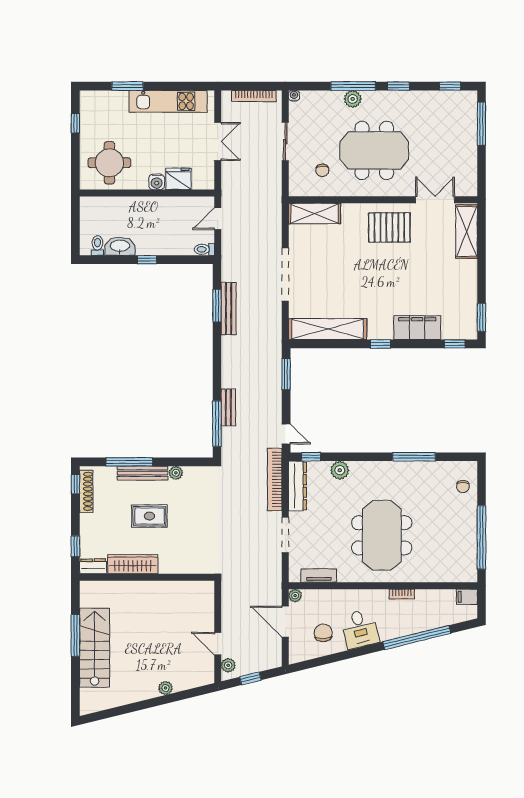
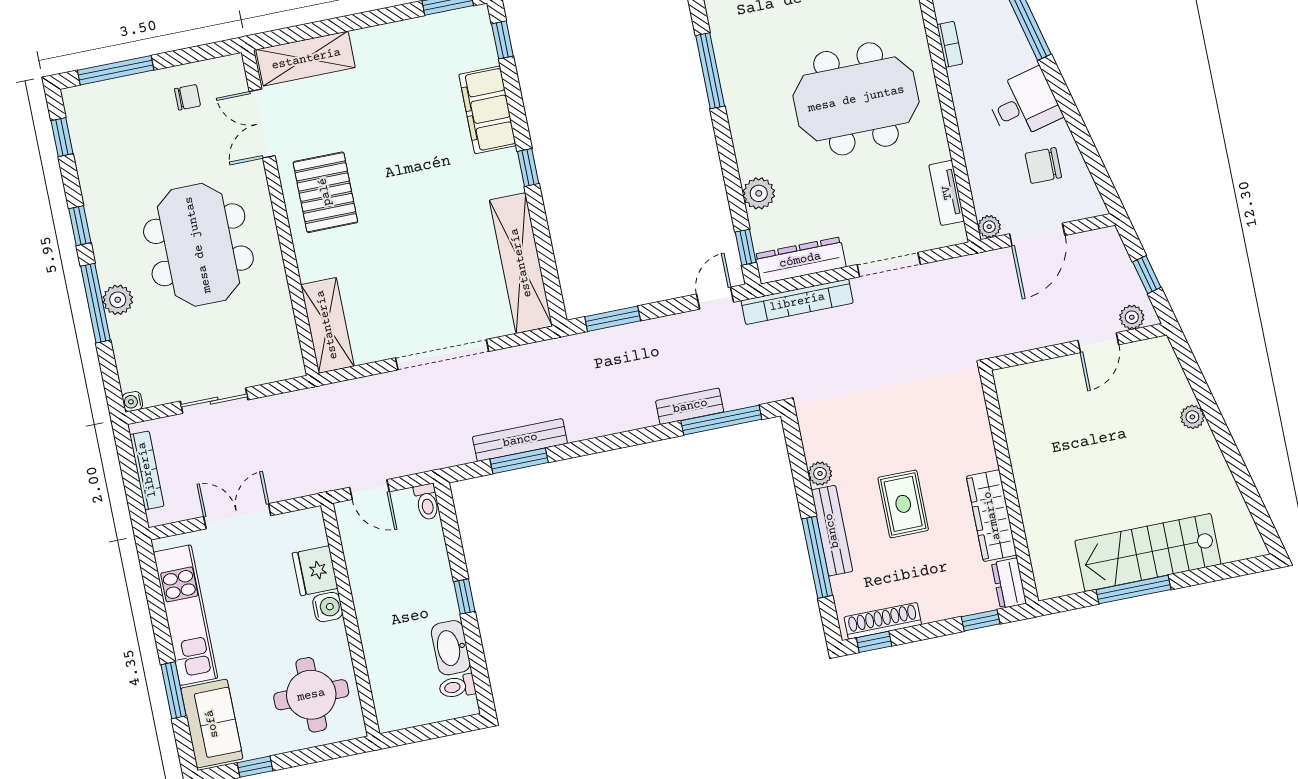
sofa: (104, 104) -> (212, 724), added
chair: (322, 170) -> (187, 97), moved

